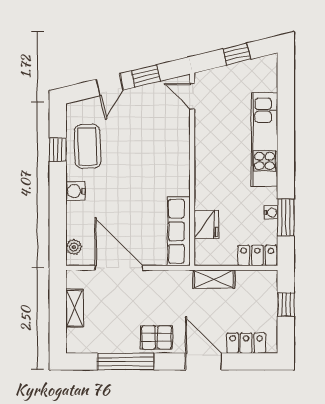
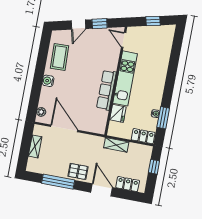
kitchen unit: (264, 139) -> (125, 78), moved, turned 180
window: (58, 150) -> (42, 56), removed
row of seats: (179, 231) -> (106, 90), moved

